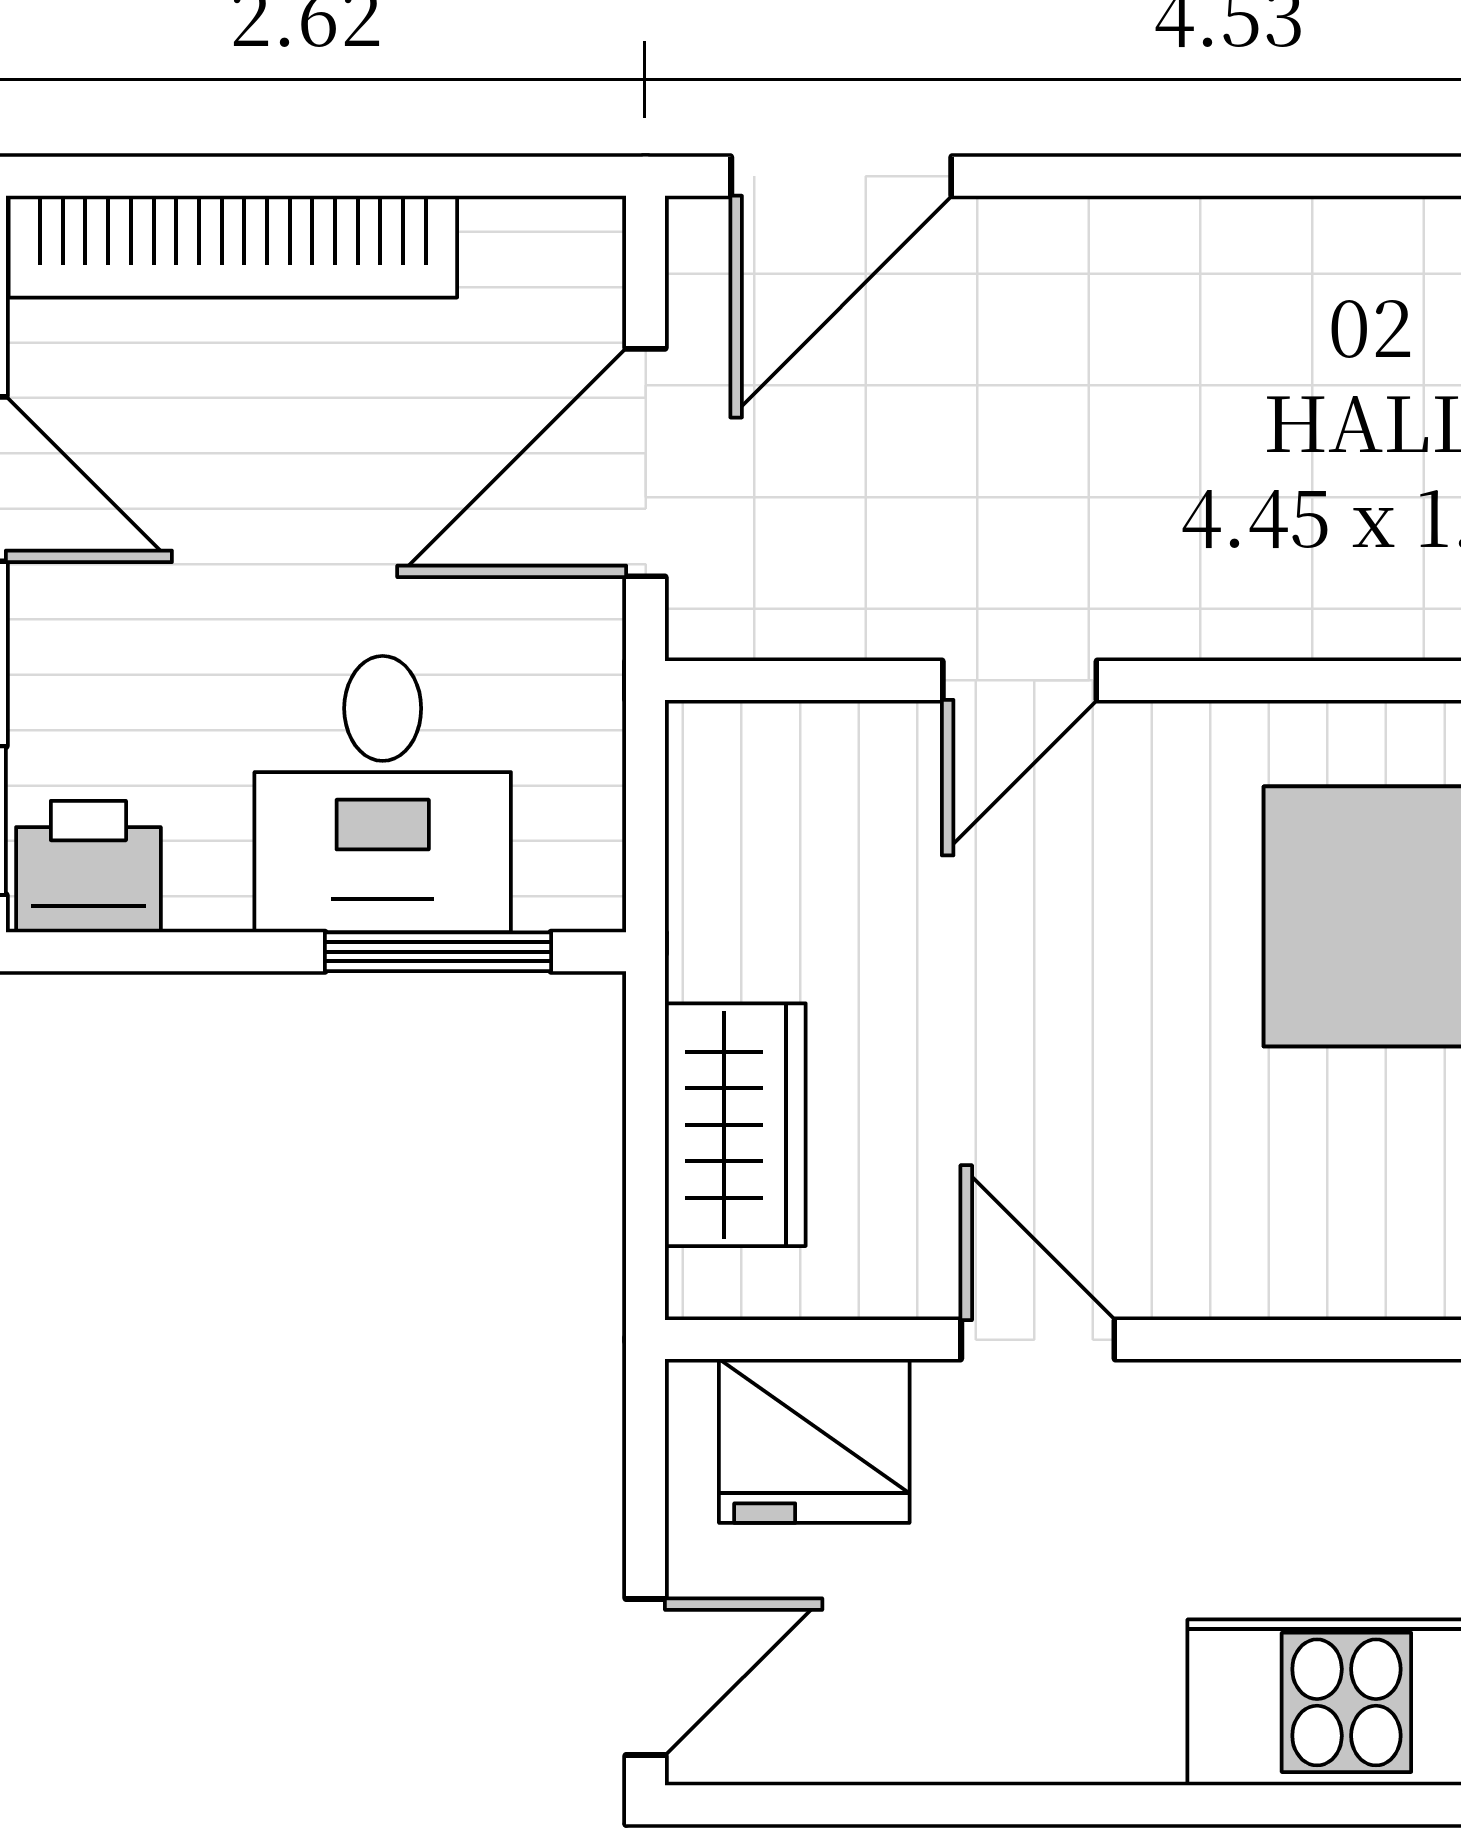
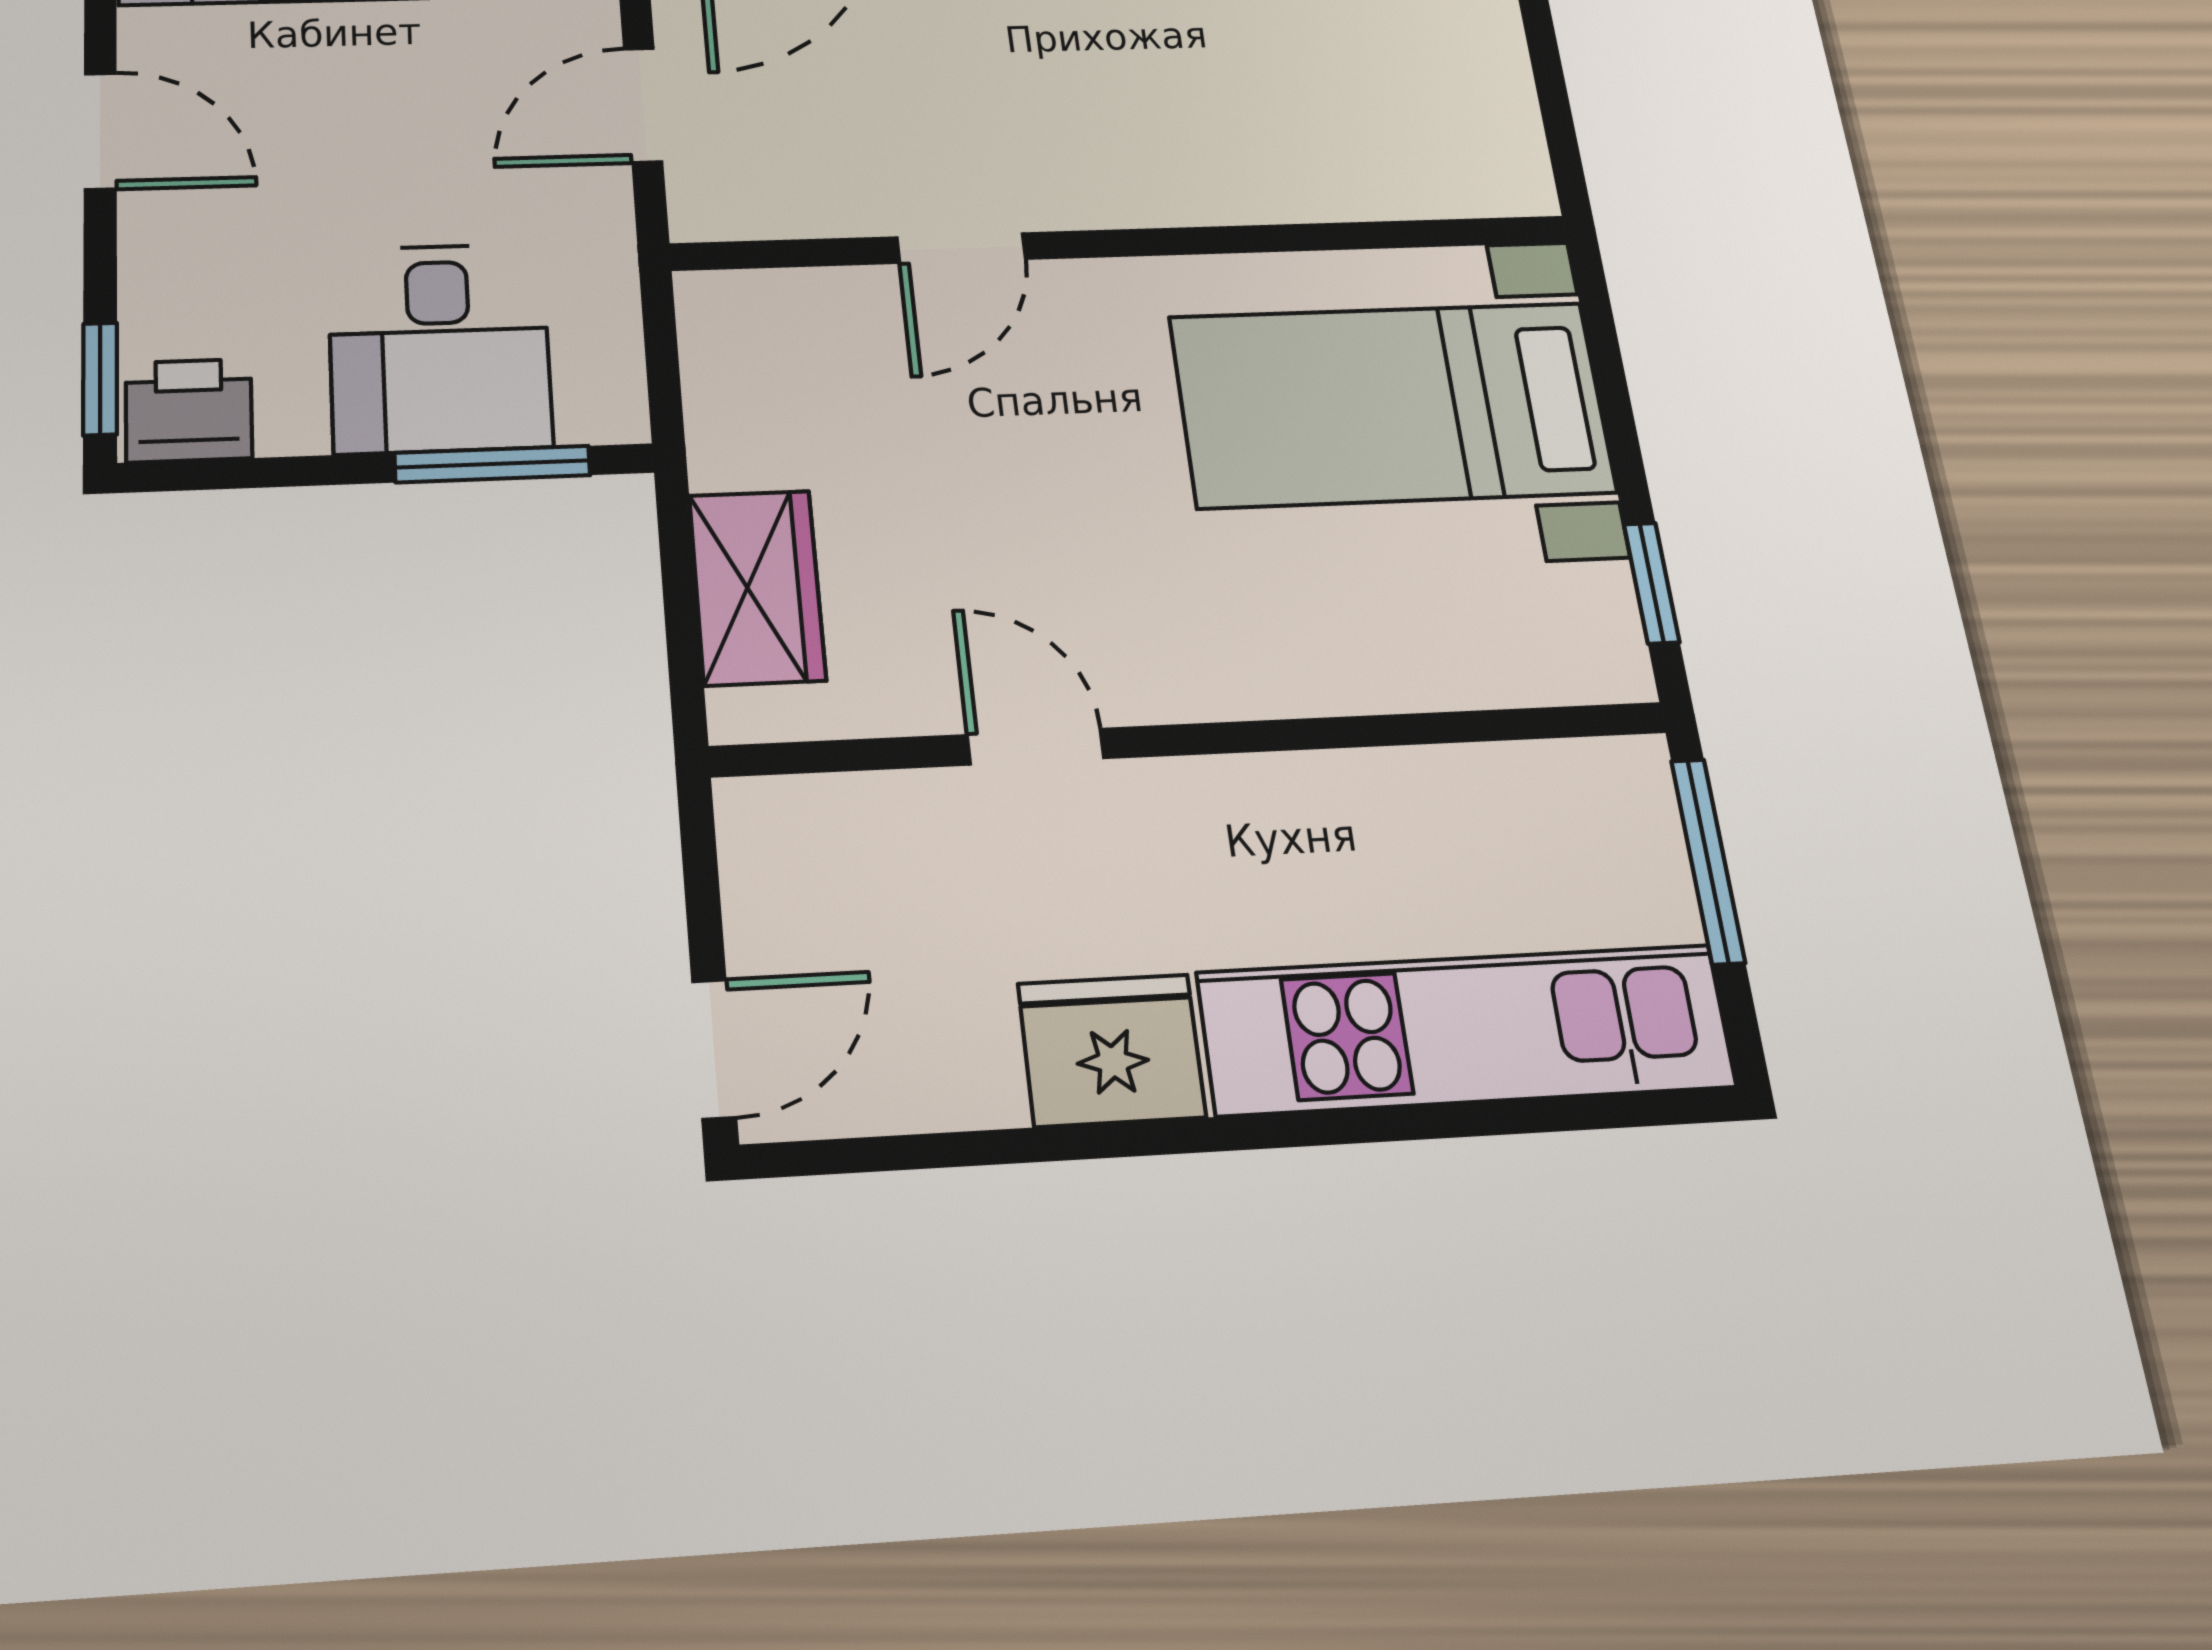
door: (646, 463) -> (643, 105), width x0.73
fridge: (814, 1441) -> (1112, 1050), moved, turned 180

